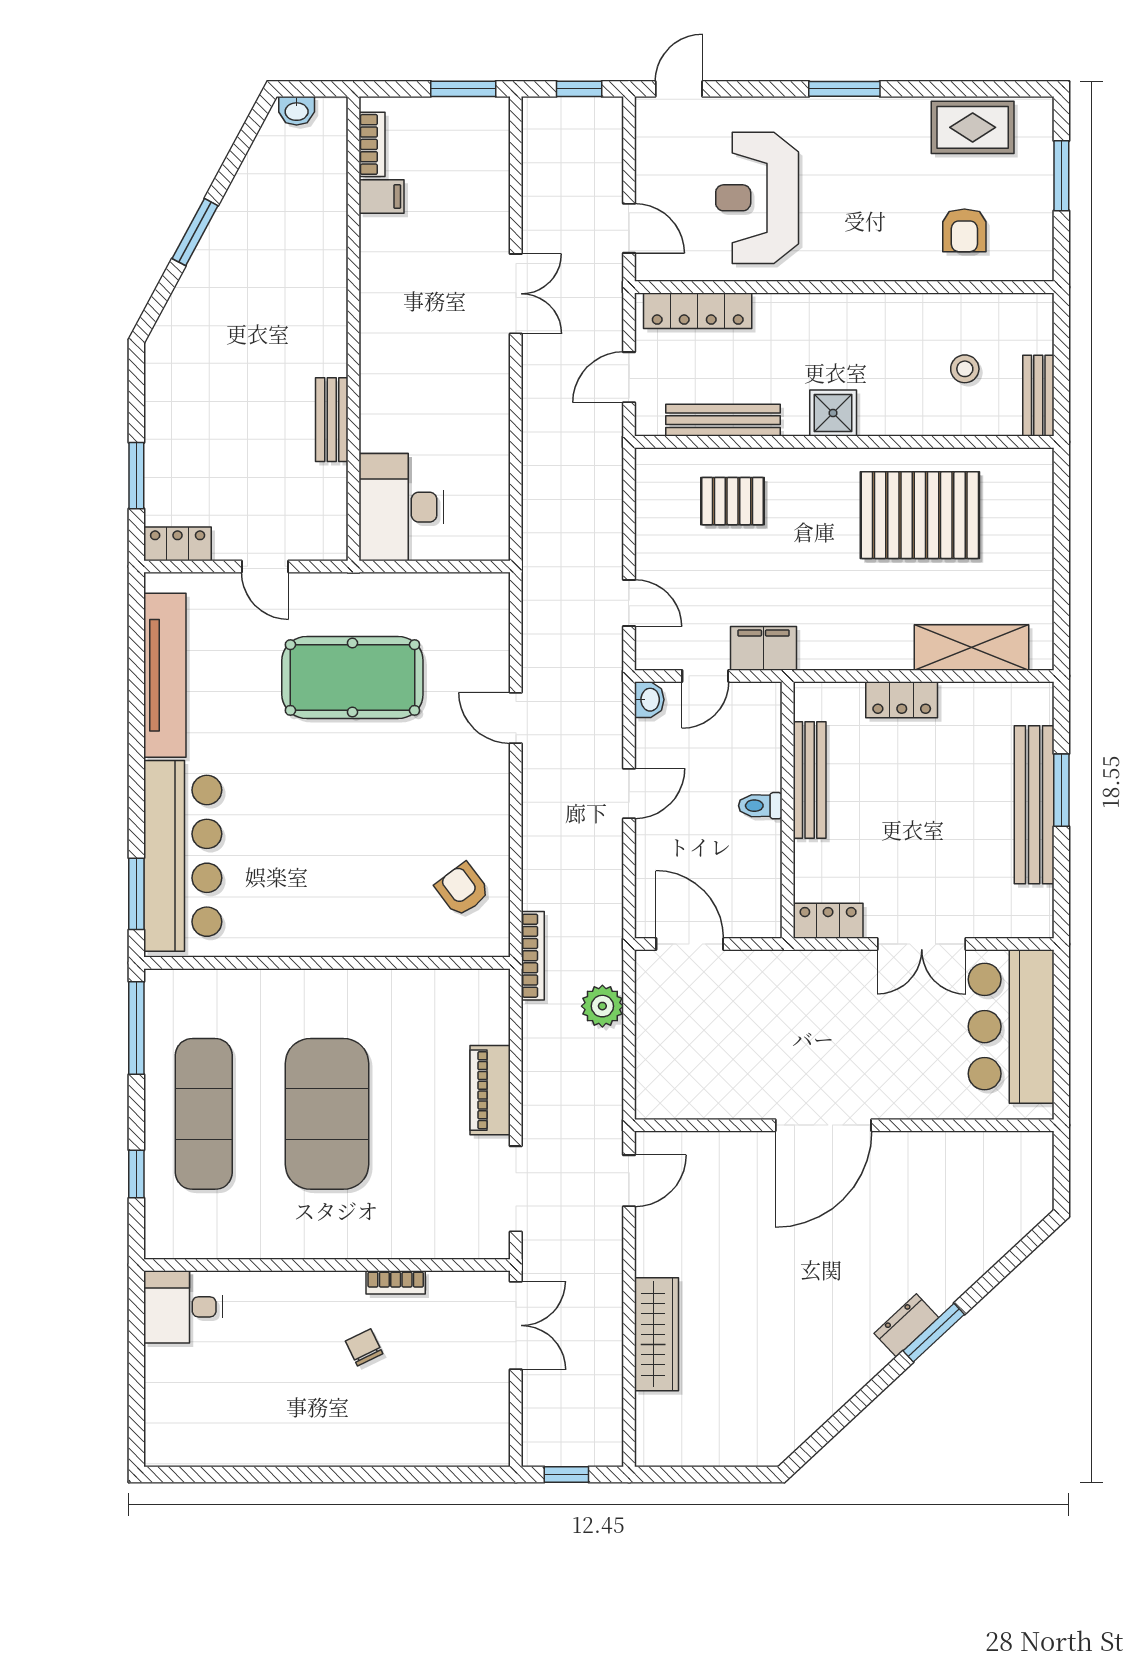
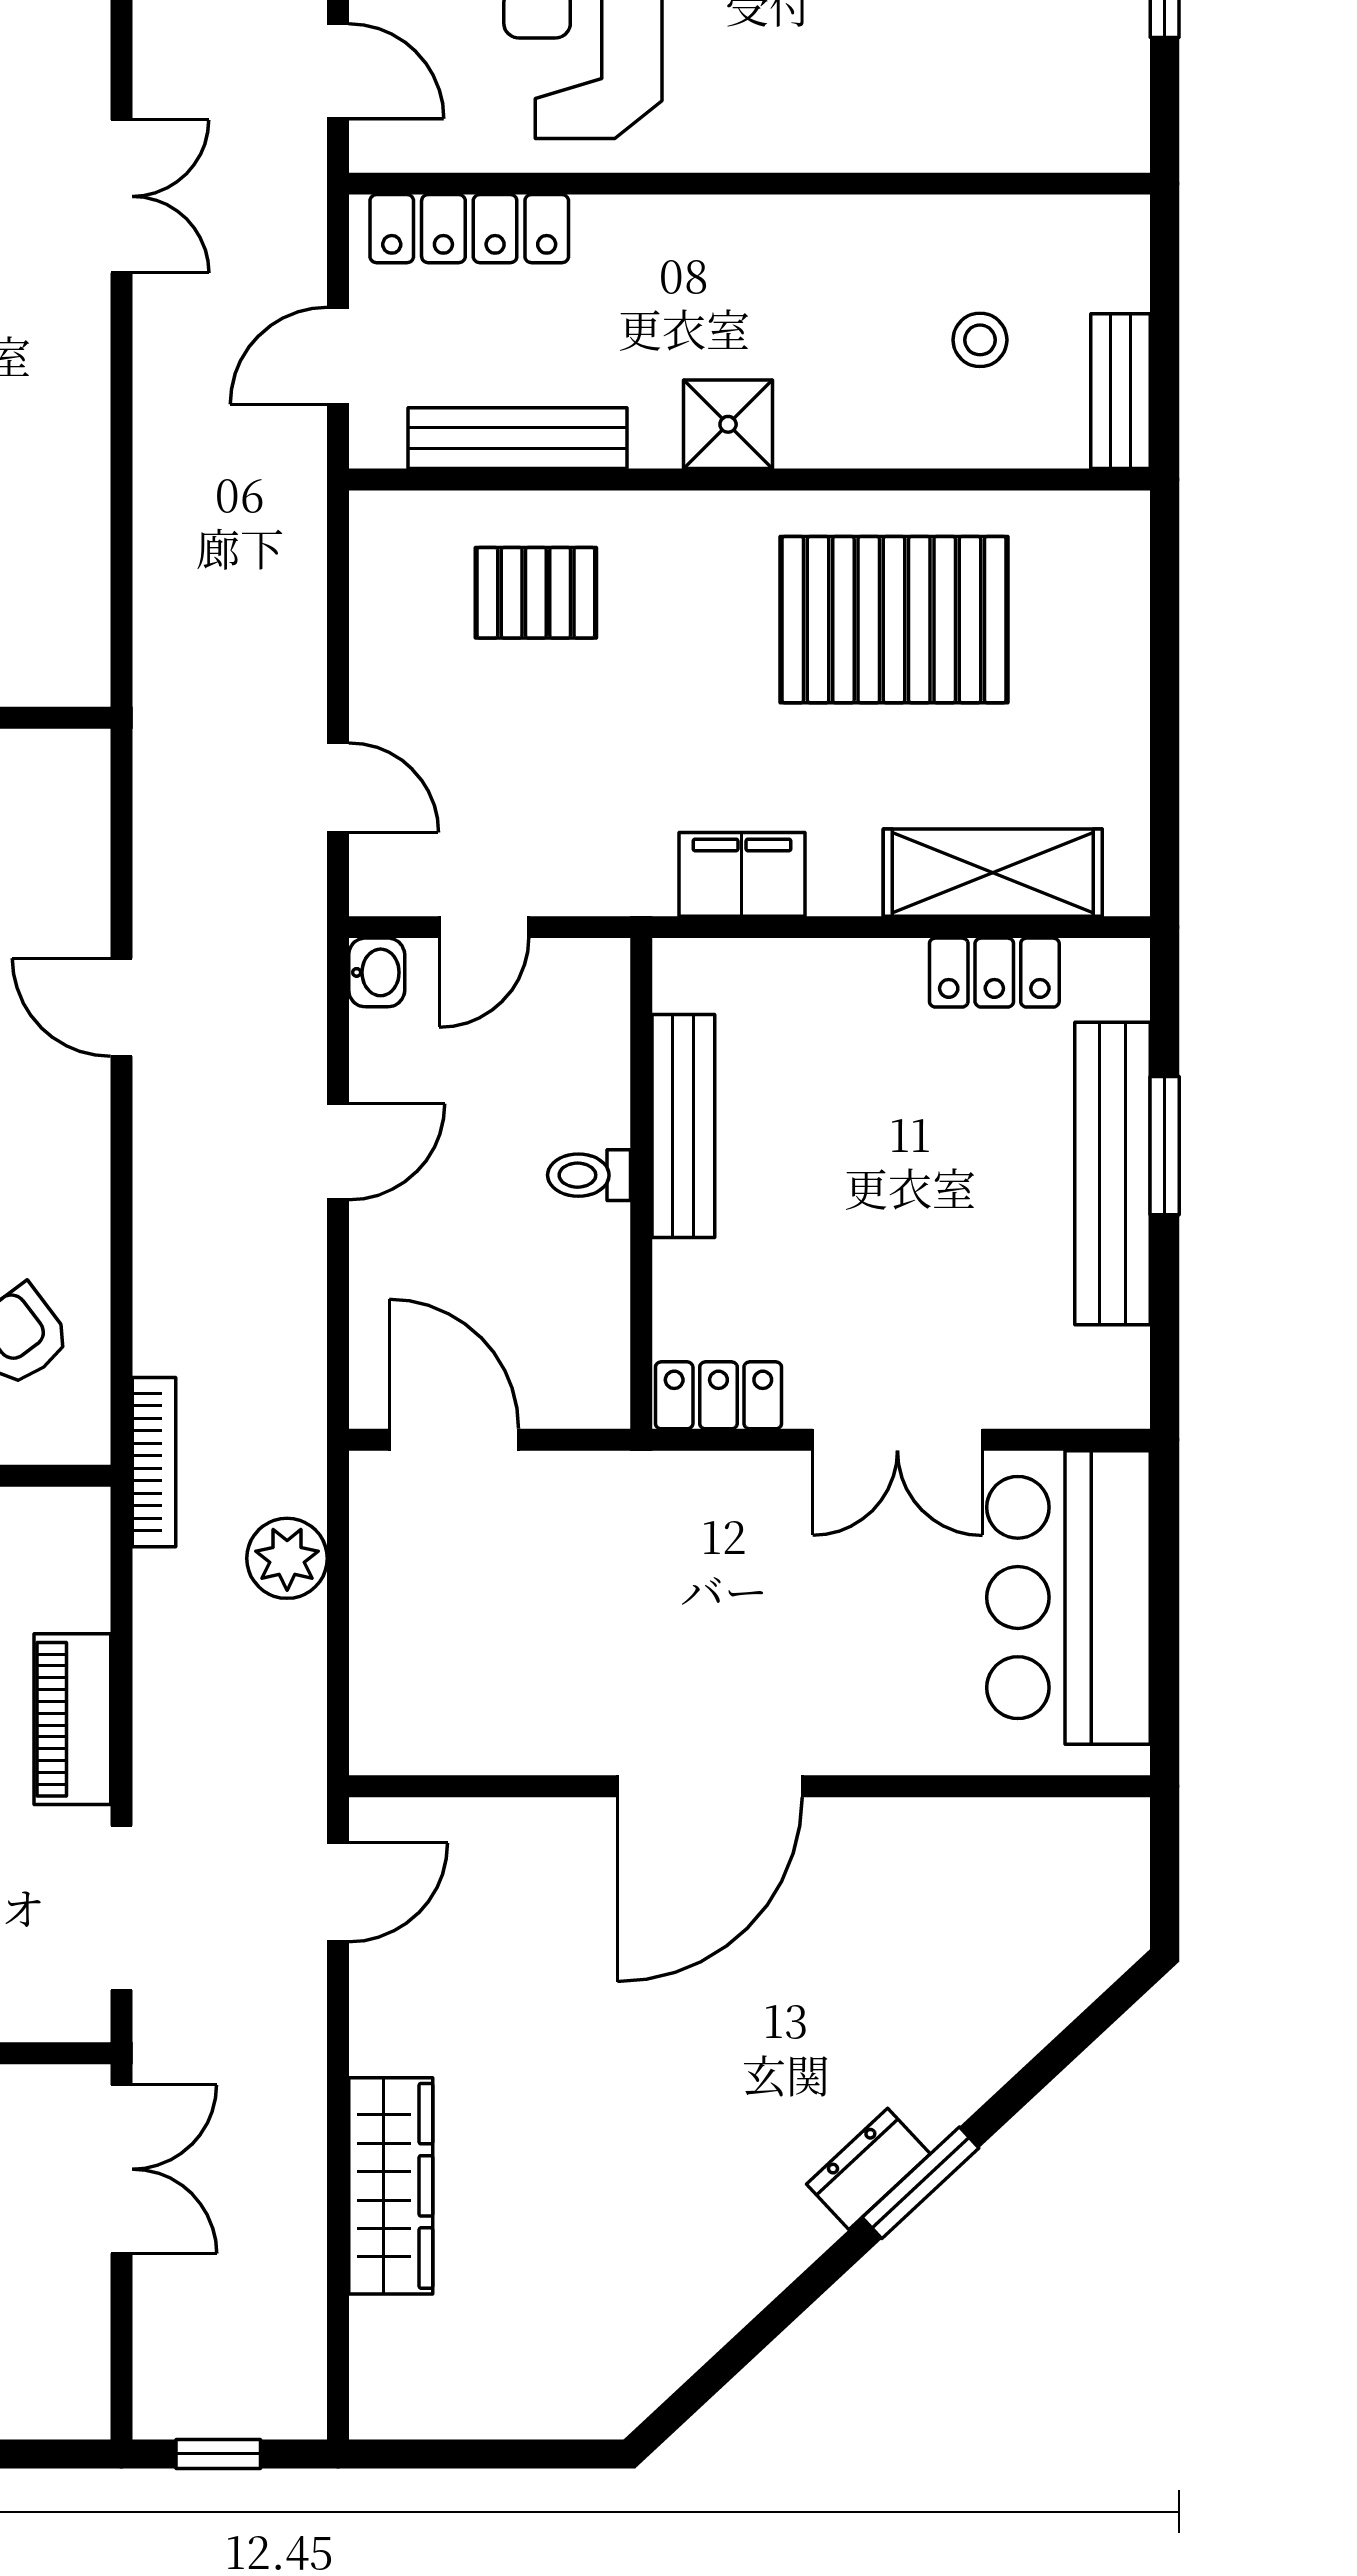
armchair: (964, 230) -> (979, 75), removed
filing cabinet: (763, 648) -> (742, 874), moved
locker: (902, 700) -> (994, 973), moved

